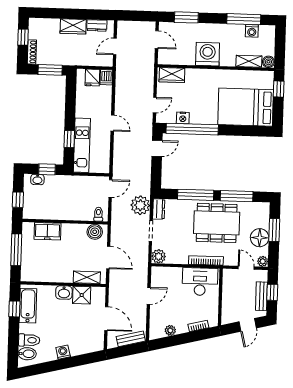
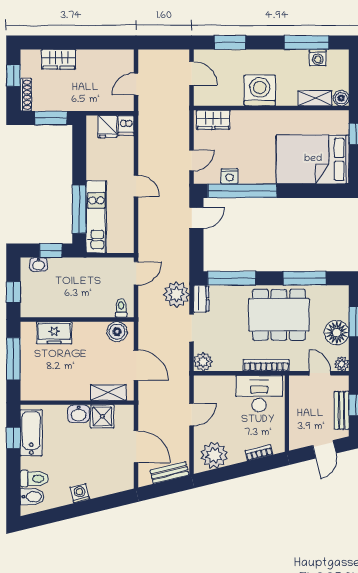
dresser: (97, 25) -> (111, 57), removed
wardrobe: (73, 26) -> (59, 59), moved
window: (69, 139) -> (79, 209), width x2.17
window: (196, 195) -> (232, 278), moved
plant: (170, 330) -> (214, 455), width x1.87, depth x1.87

